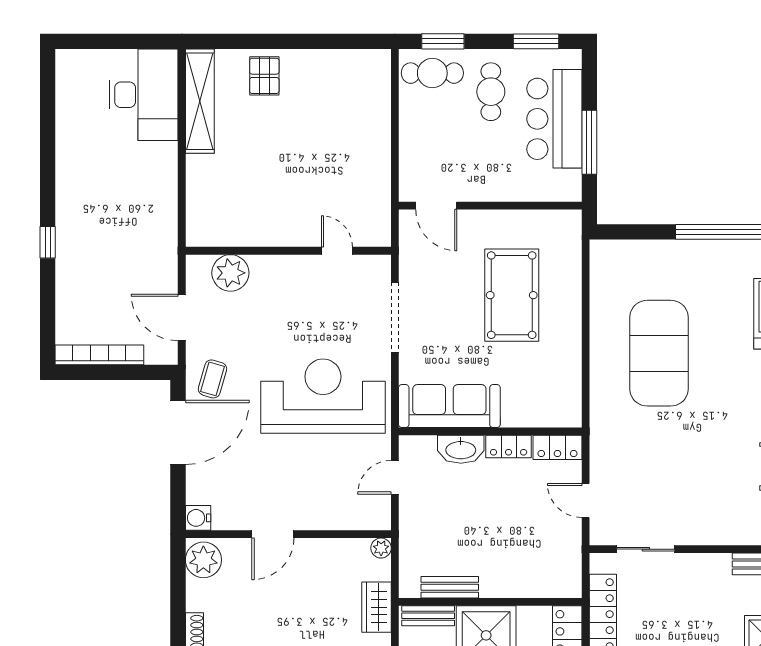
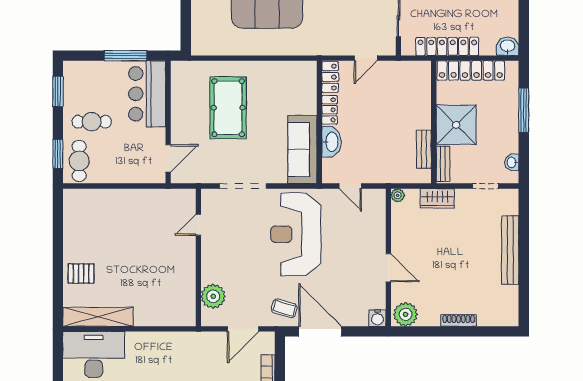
bar counter: (554, 119) -> (147, 94), moved, turned 90
pool table: (512, 295) -> (228, 108), turned 90

